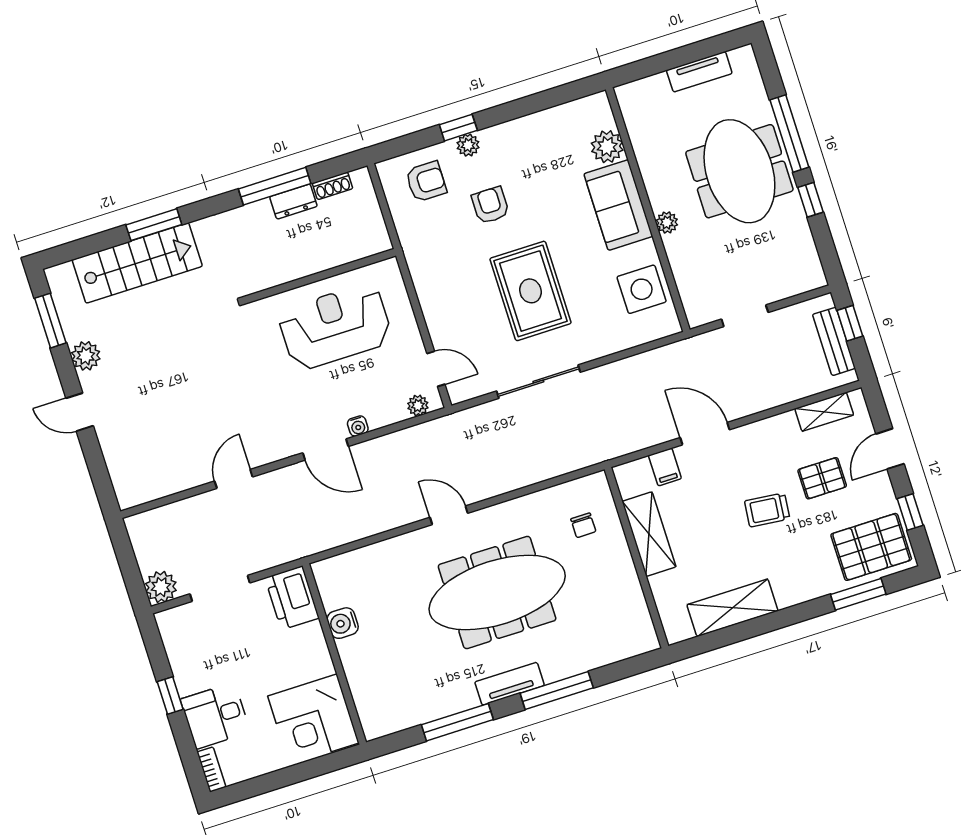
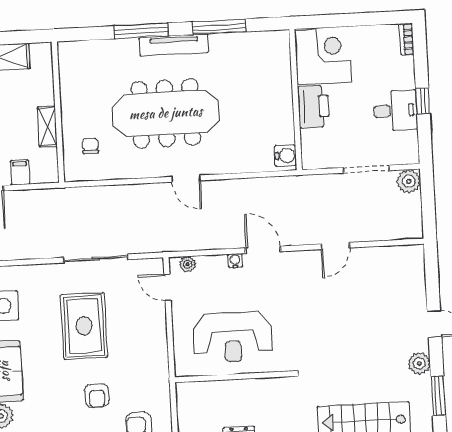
shelving: (649, 534) -> (47, 127), width x0.67, depth x0.75
printer: (292, 598) -> (313, 107), moved
water cooler: (343, 623) -> (286, 156), moved
tv unit: (510, 684) -> (174, 45), width x1.41
desk: (215, 716) -> (395, 111), moved

